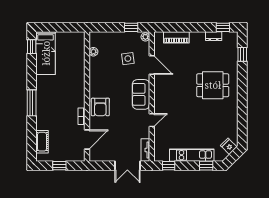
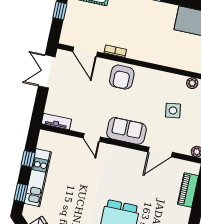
side table: (128, 59) -> (173, 111), moved
armchair: (100, 107) -> (122, 77), turned -90
double door: (127, 166) -> (47, 71), moved
window: (169, 166) -> (28, 159), moved

